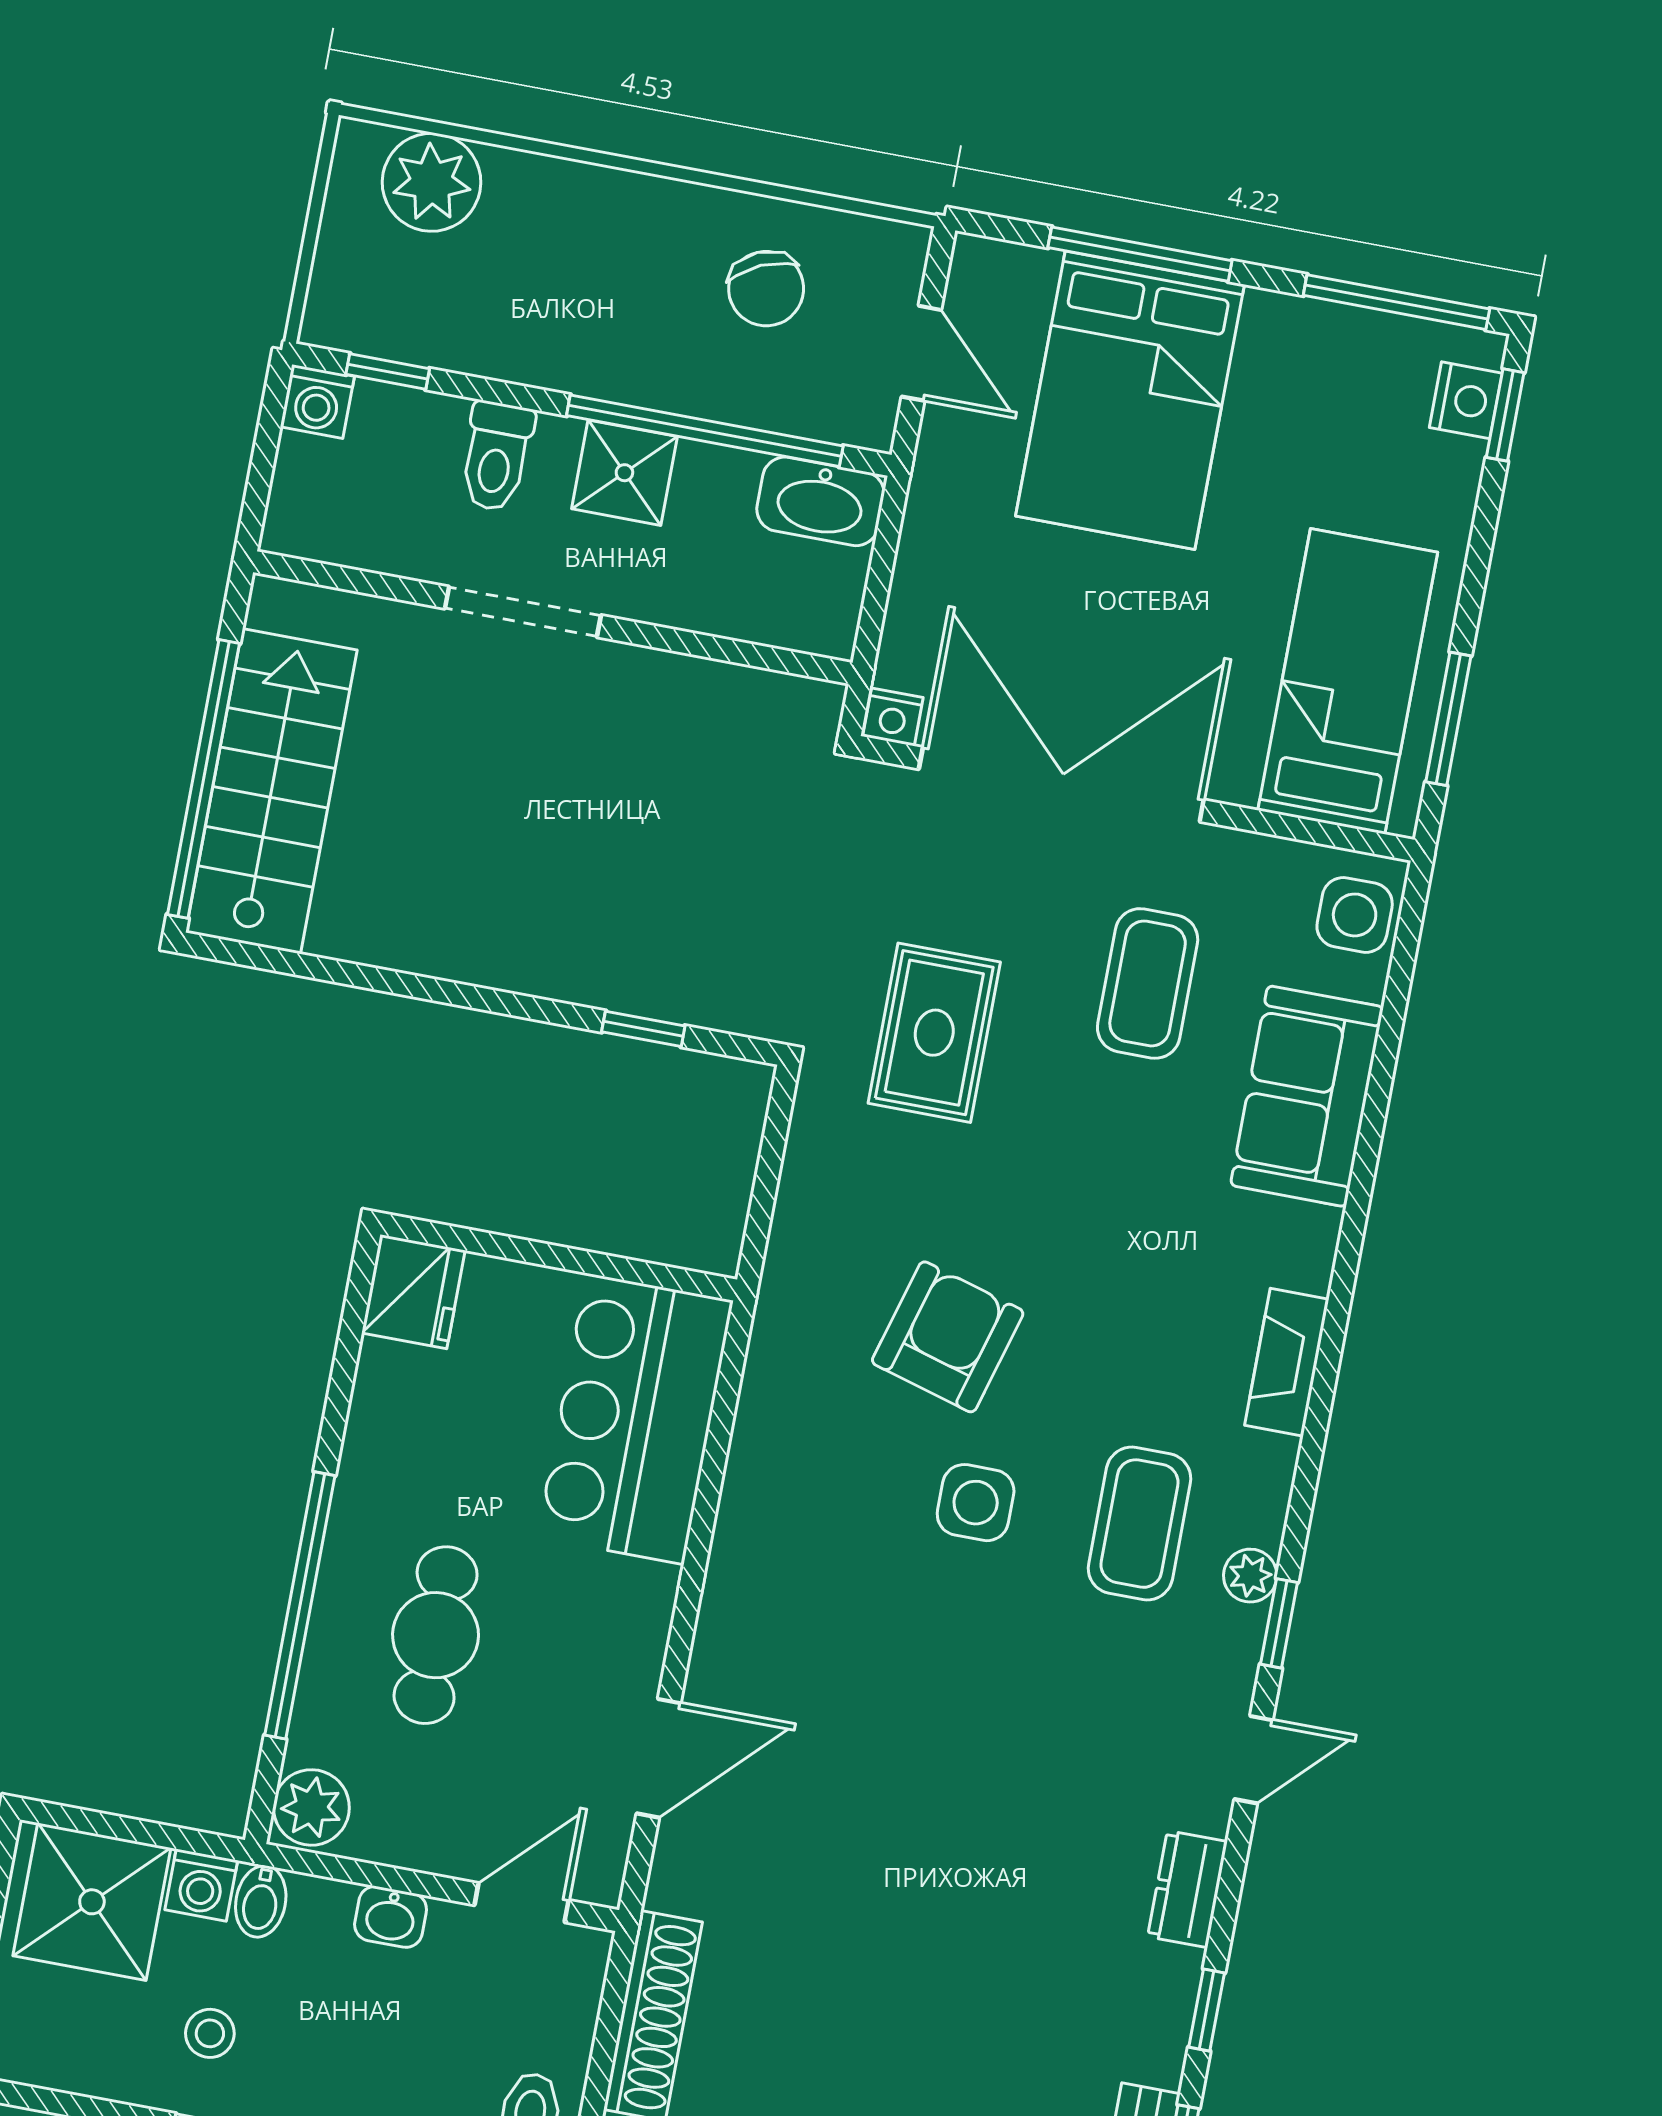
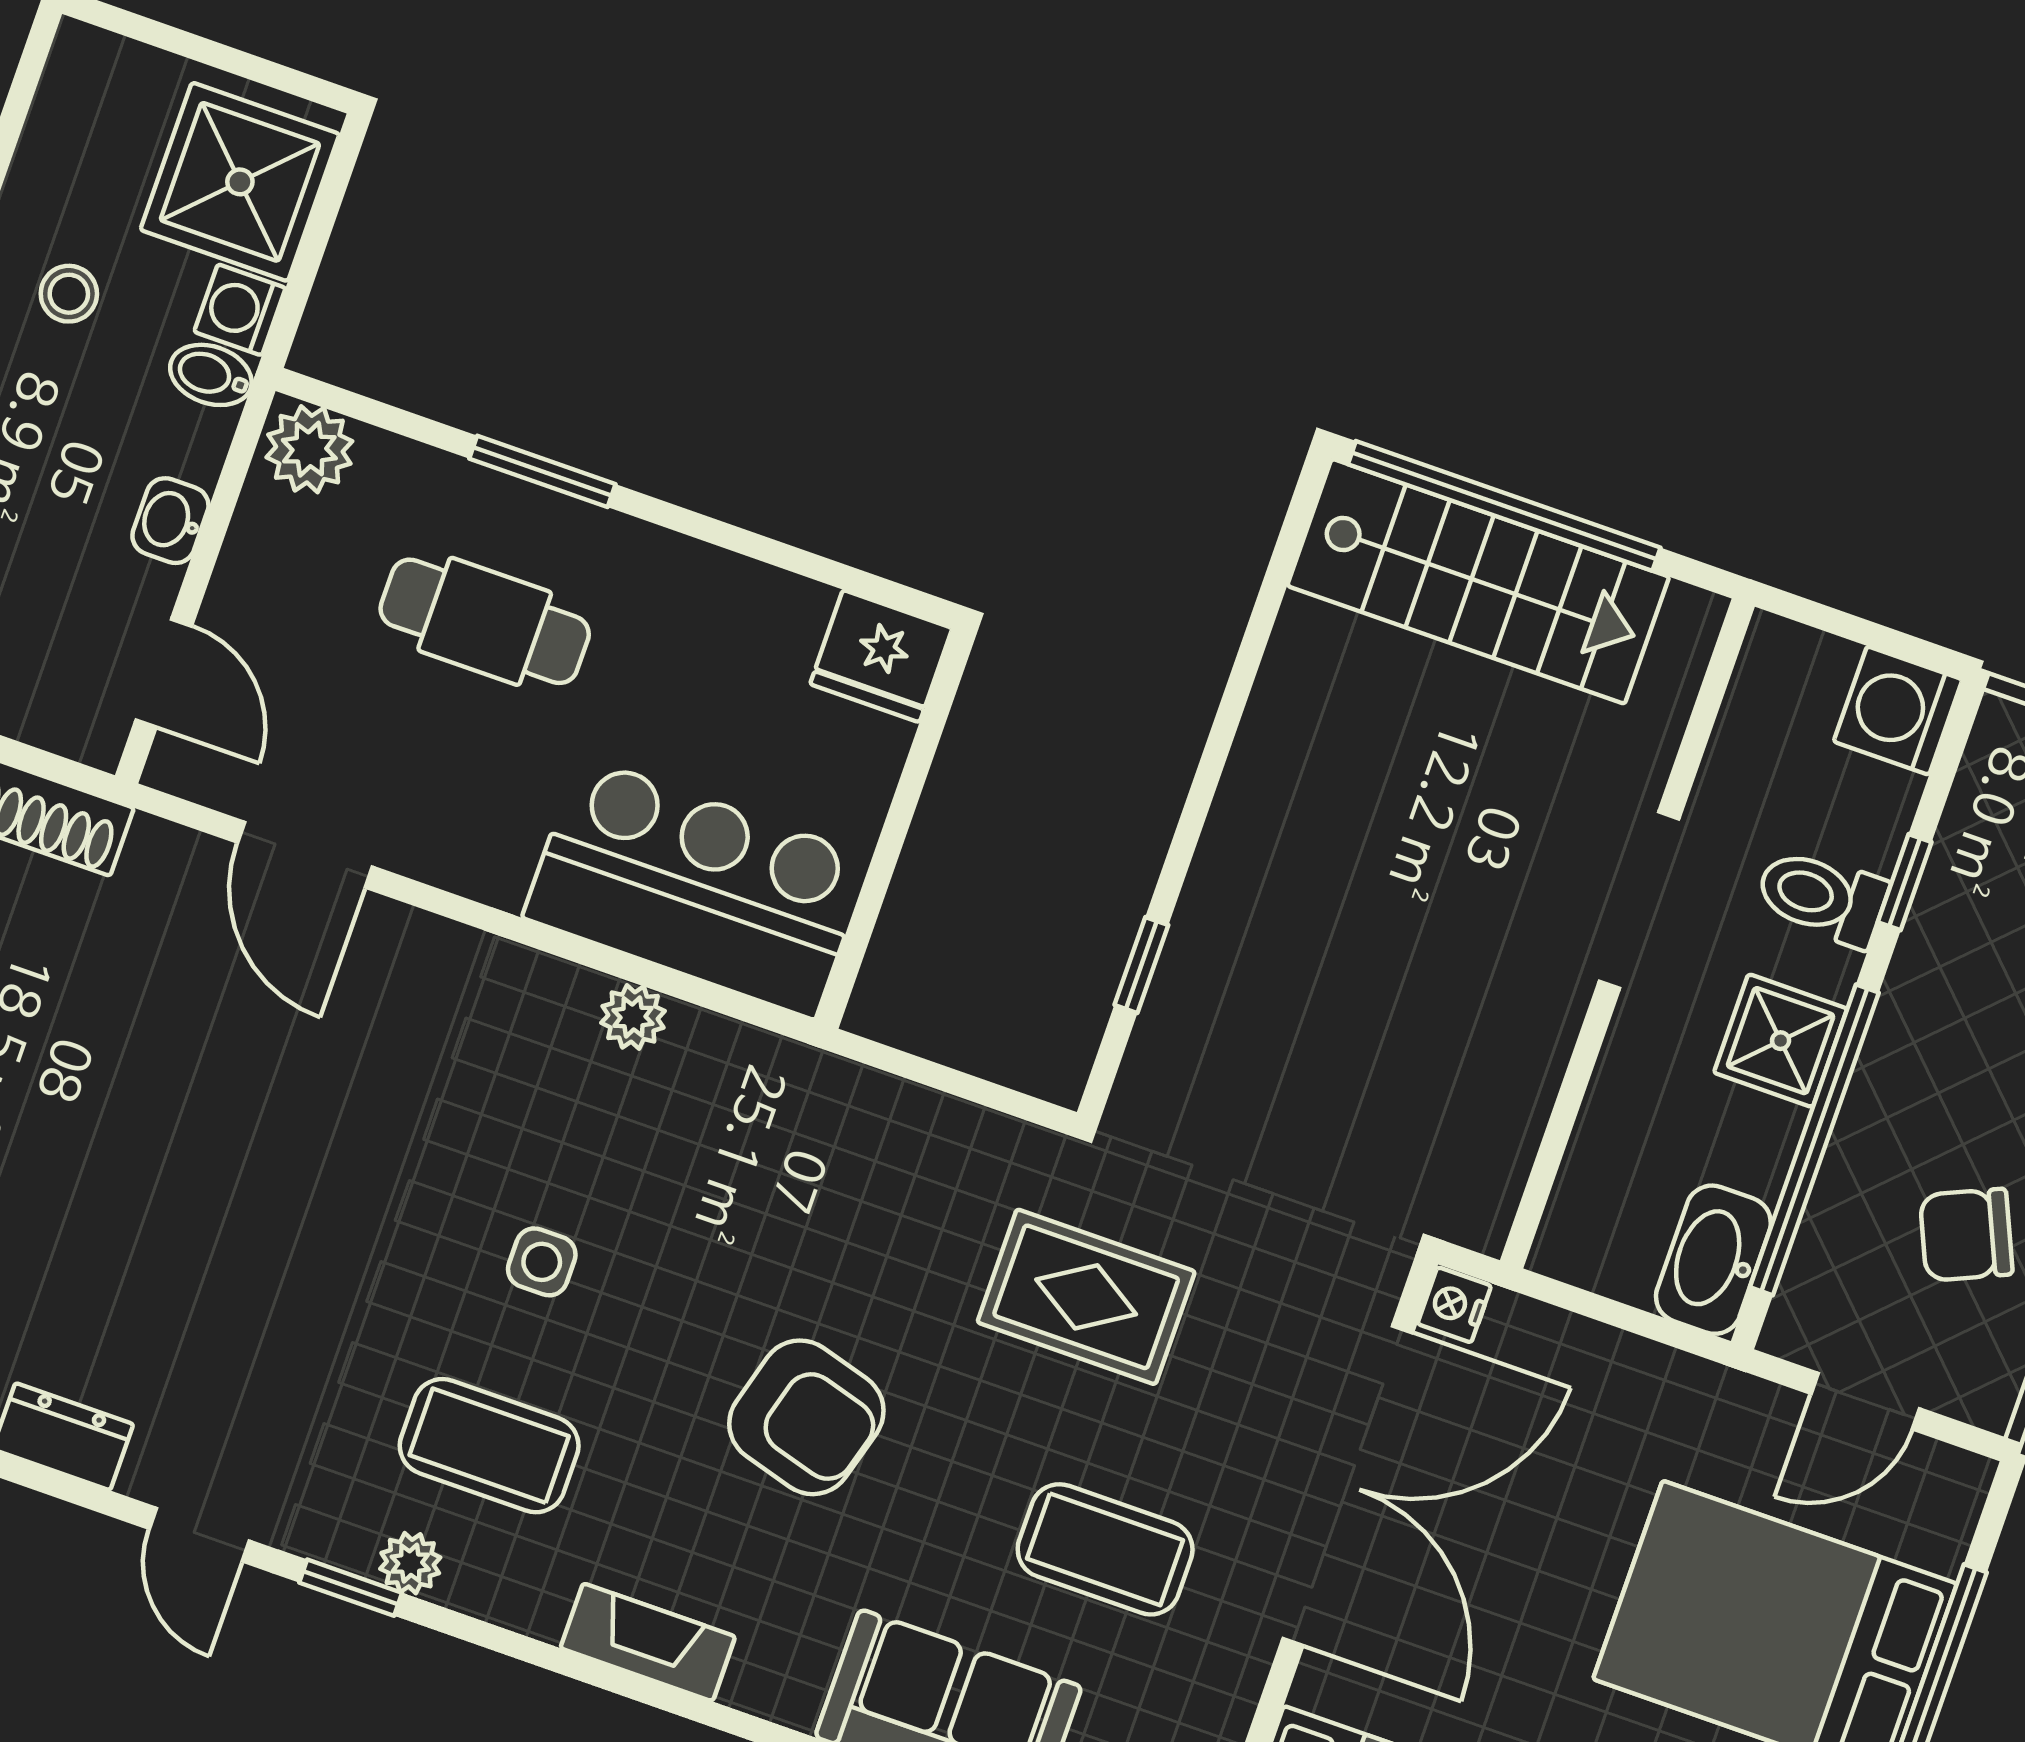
window: (388, 371) -> (1905, 882), moved
washing machine: (317, 401) -> (1898, 710), width x1.38, depth x1.38
armchair: (948, 1337) -> (806, 1417), moved
plant: (754, 1457) -> (633, 1017), added
side table: (976, 1503) -> (542, 1262), width x0.73, depth x0.73
window: (300, 1605) -> (542, 471), width x0.47

